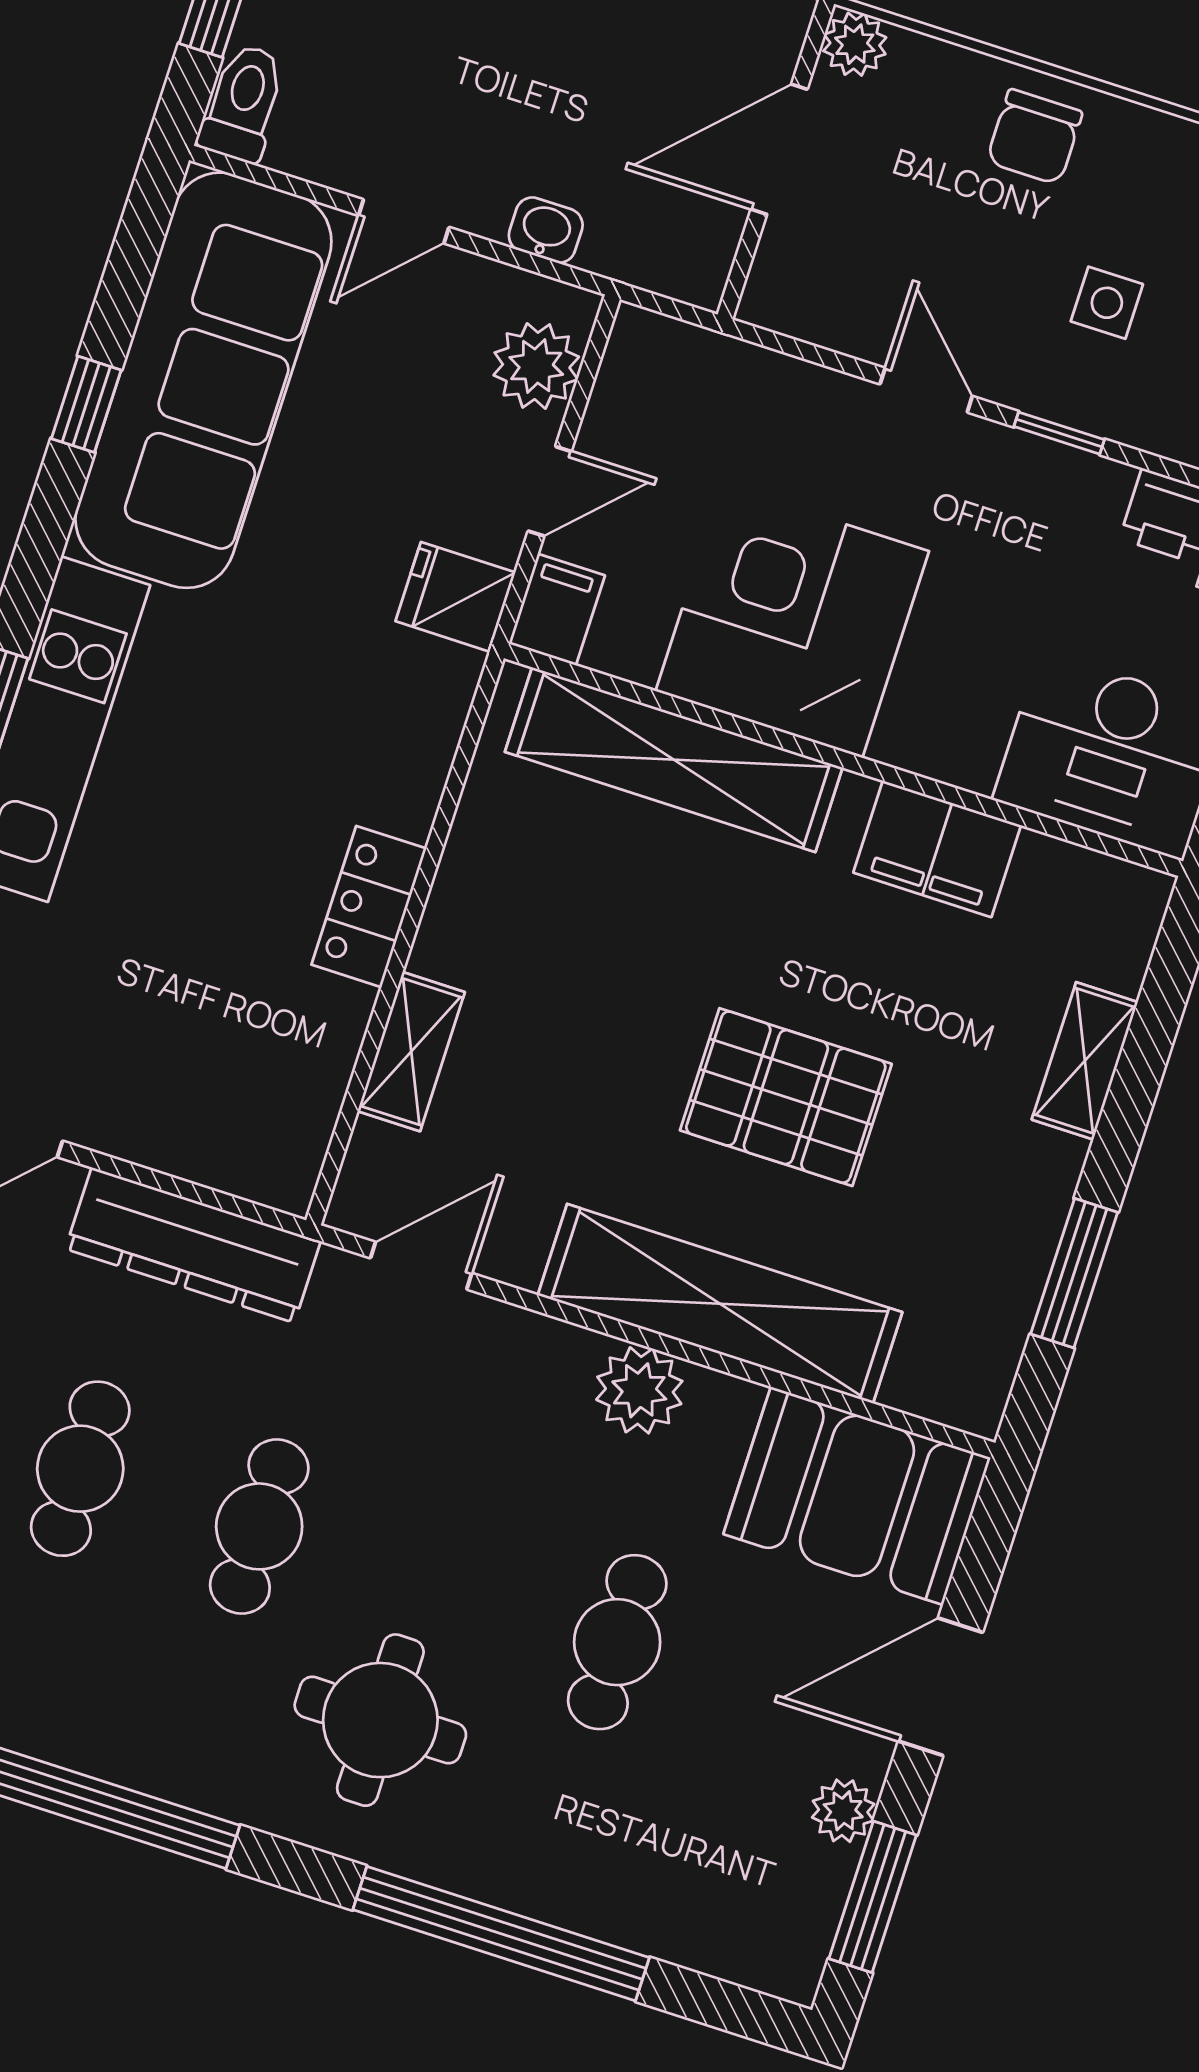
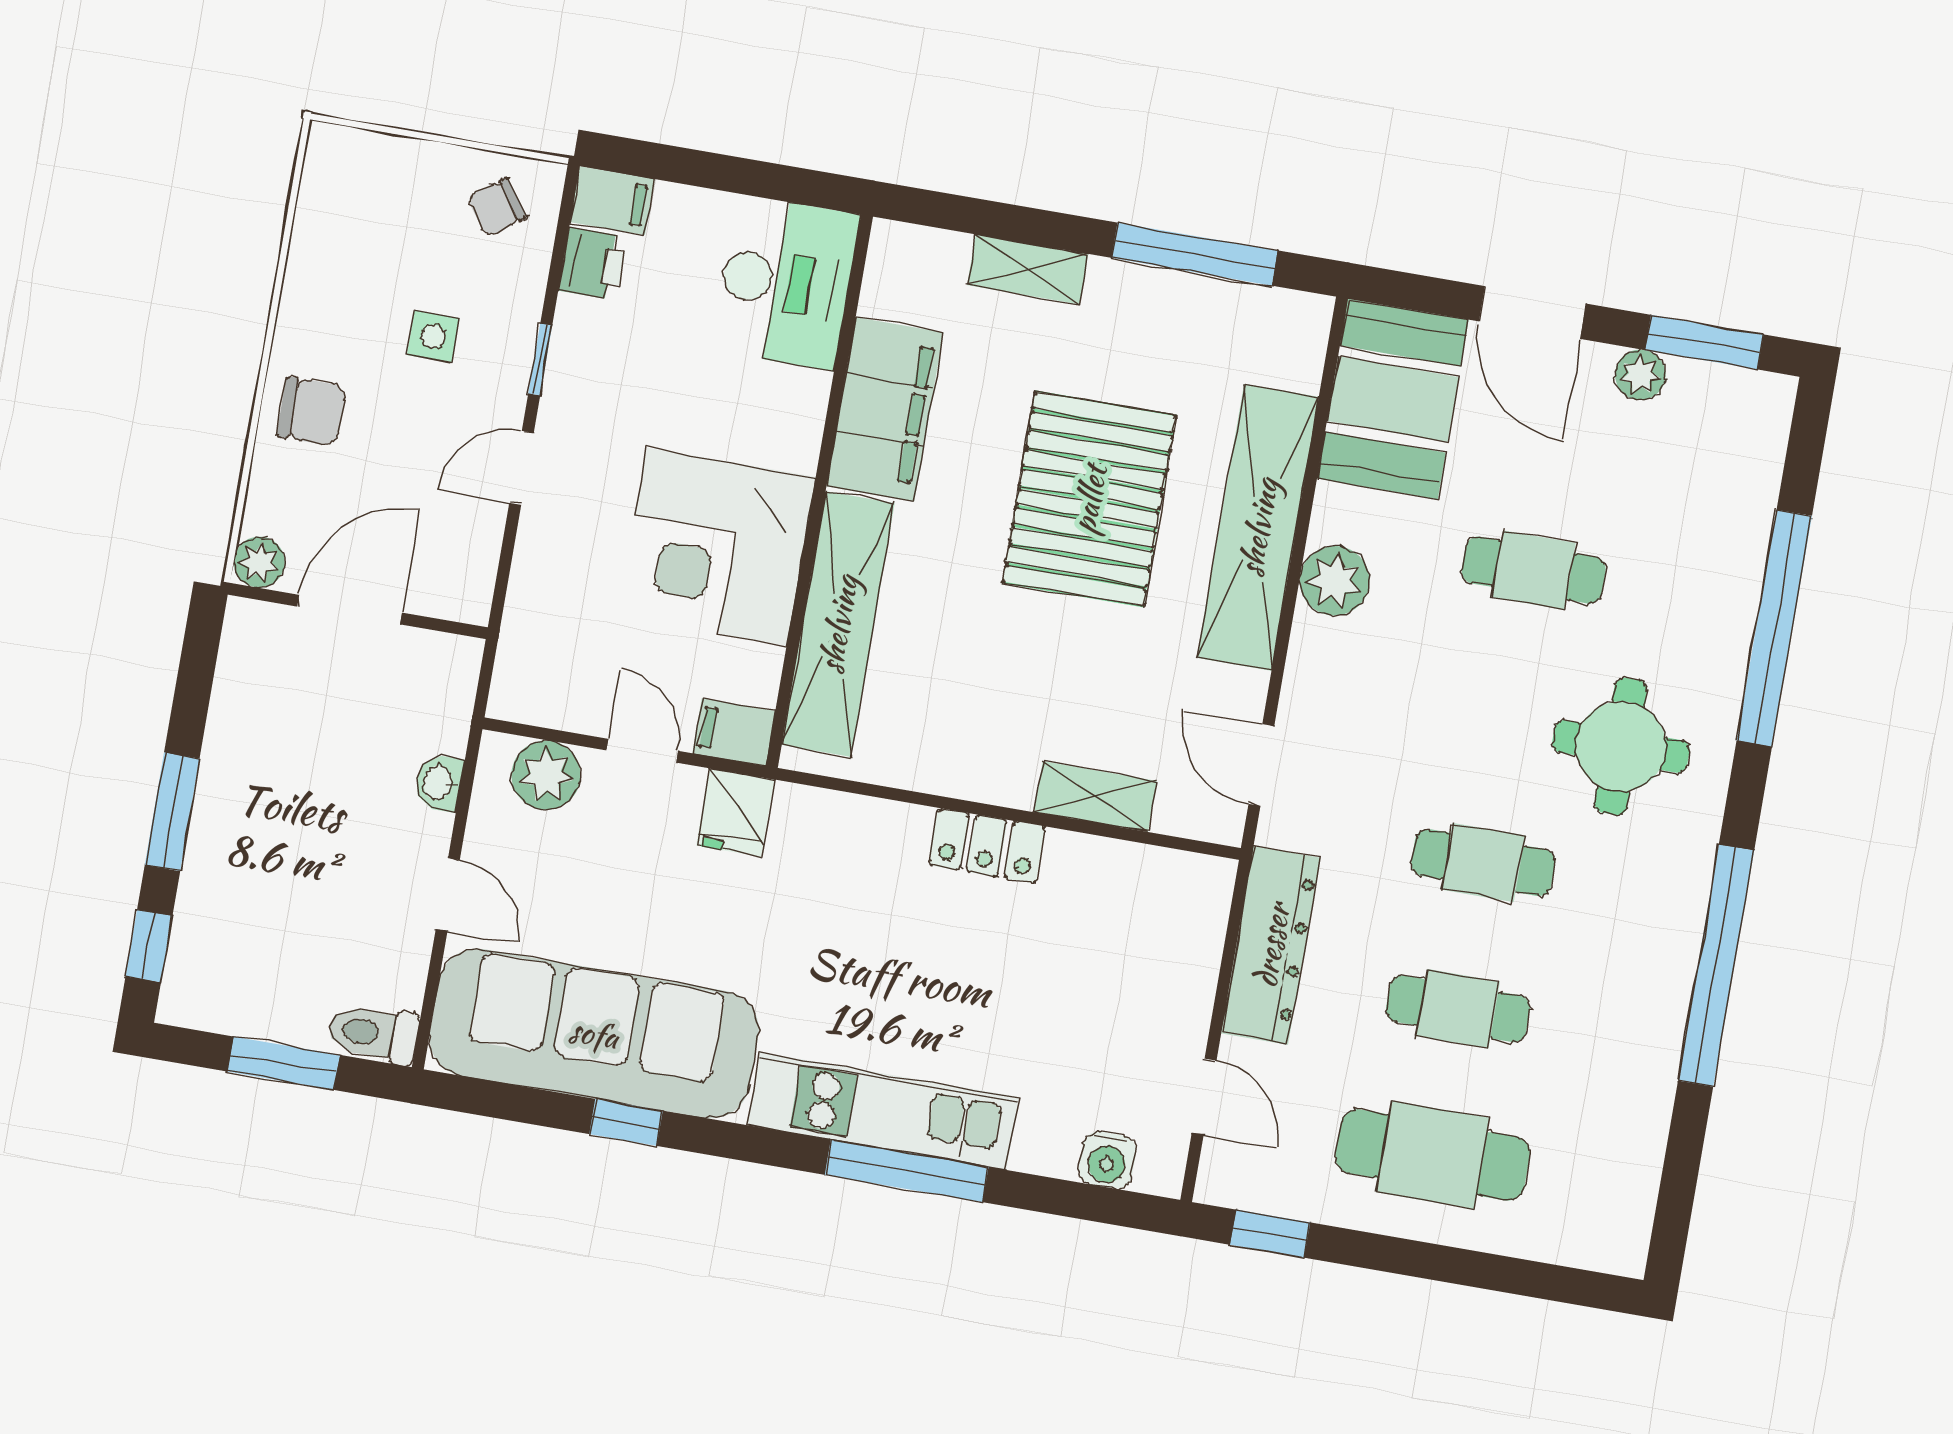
door: (779, 149) -> (350, 610), swing flipped
filing cabinet: (937, 849) -> (885, 409), width x1.50, depth x1.17
pallet: (786, 1097) -> (1089, 499), width x1.37, depth x1.41
window: (1074, 1273) -> (1195, 254), width x1.44

